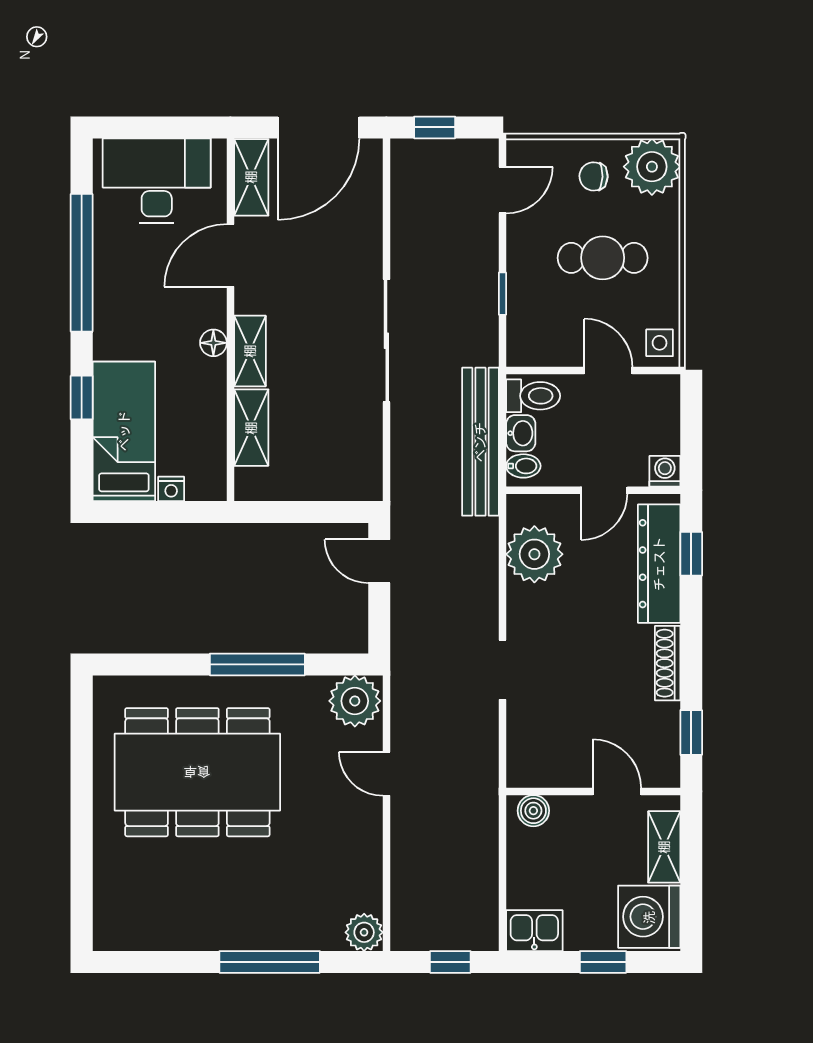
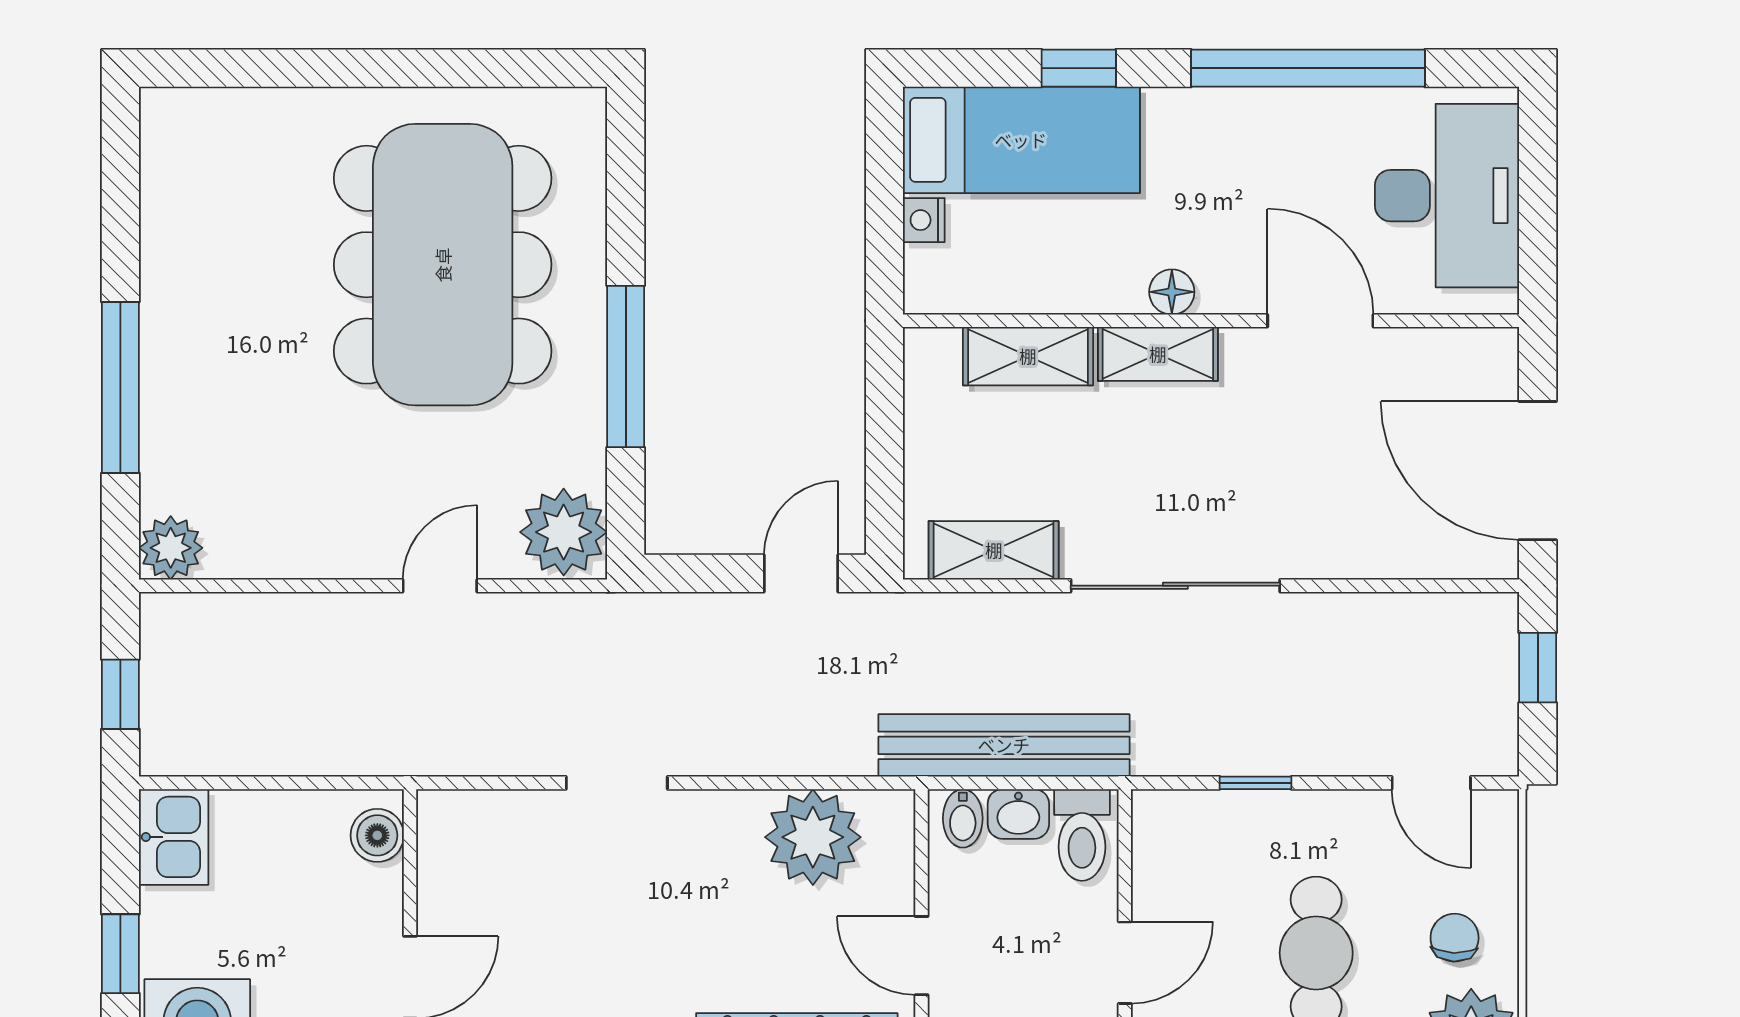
shelving: (251, 177) -> (994, 550), moved

